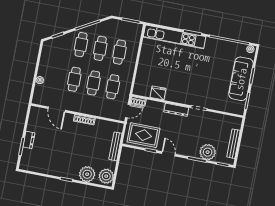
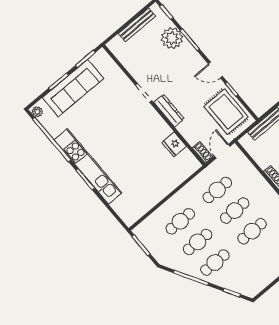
kitchen unit: (175, 37) -> (88, 166), moved
door: (128, 111) -> (222, 151), hinge flipped
door: (168, 154) -> (215, 70), hinge flipped

